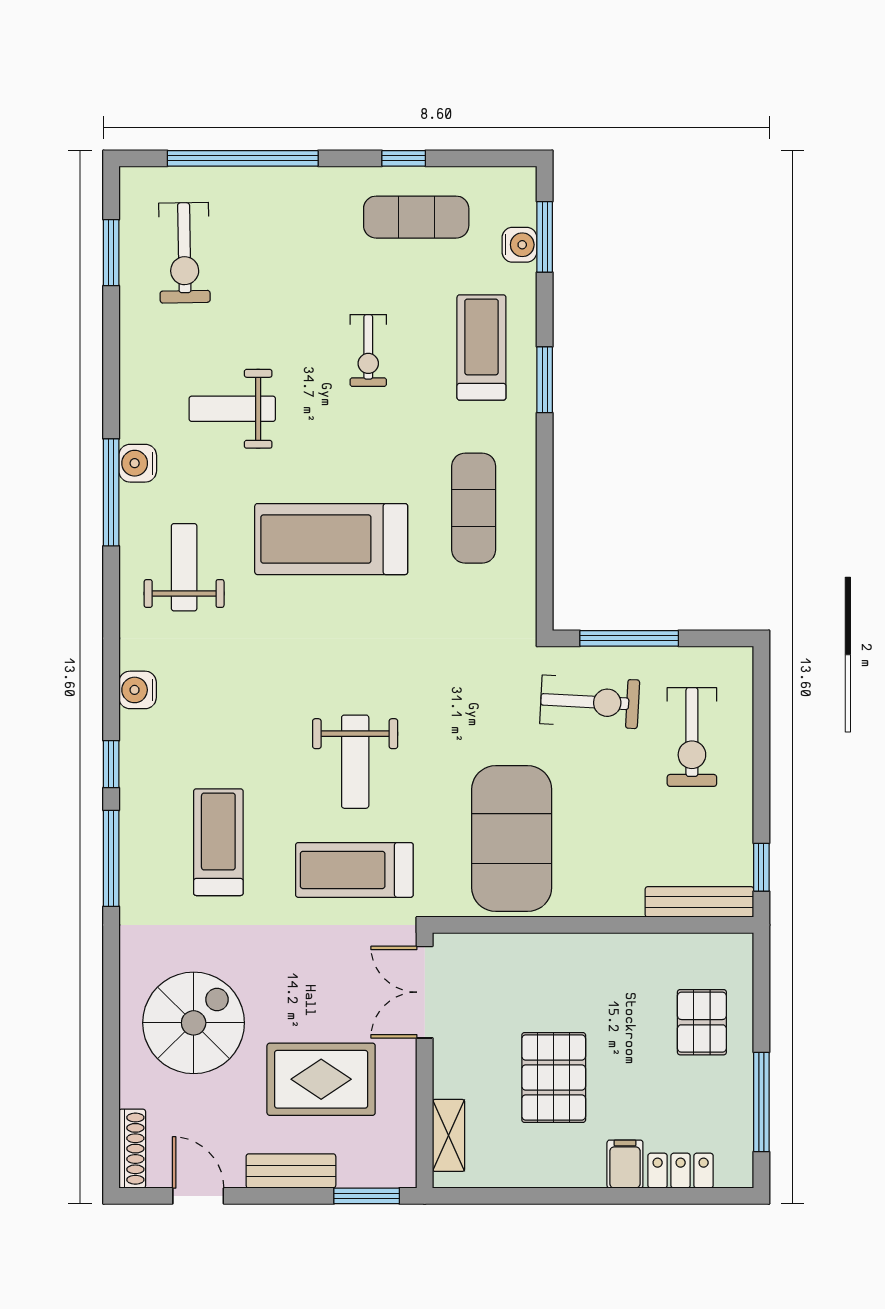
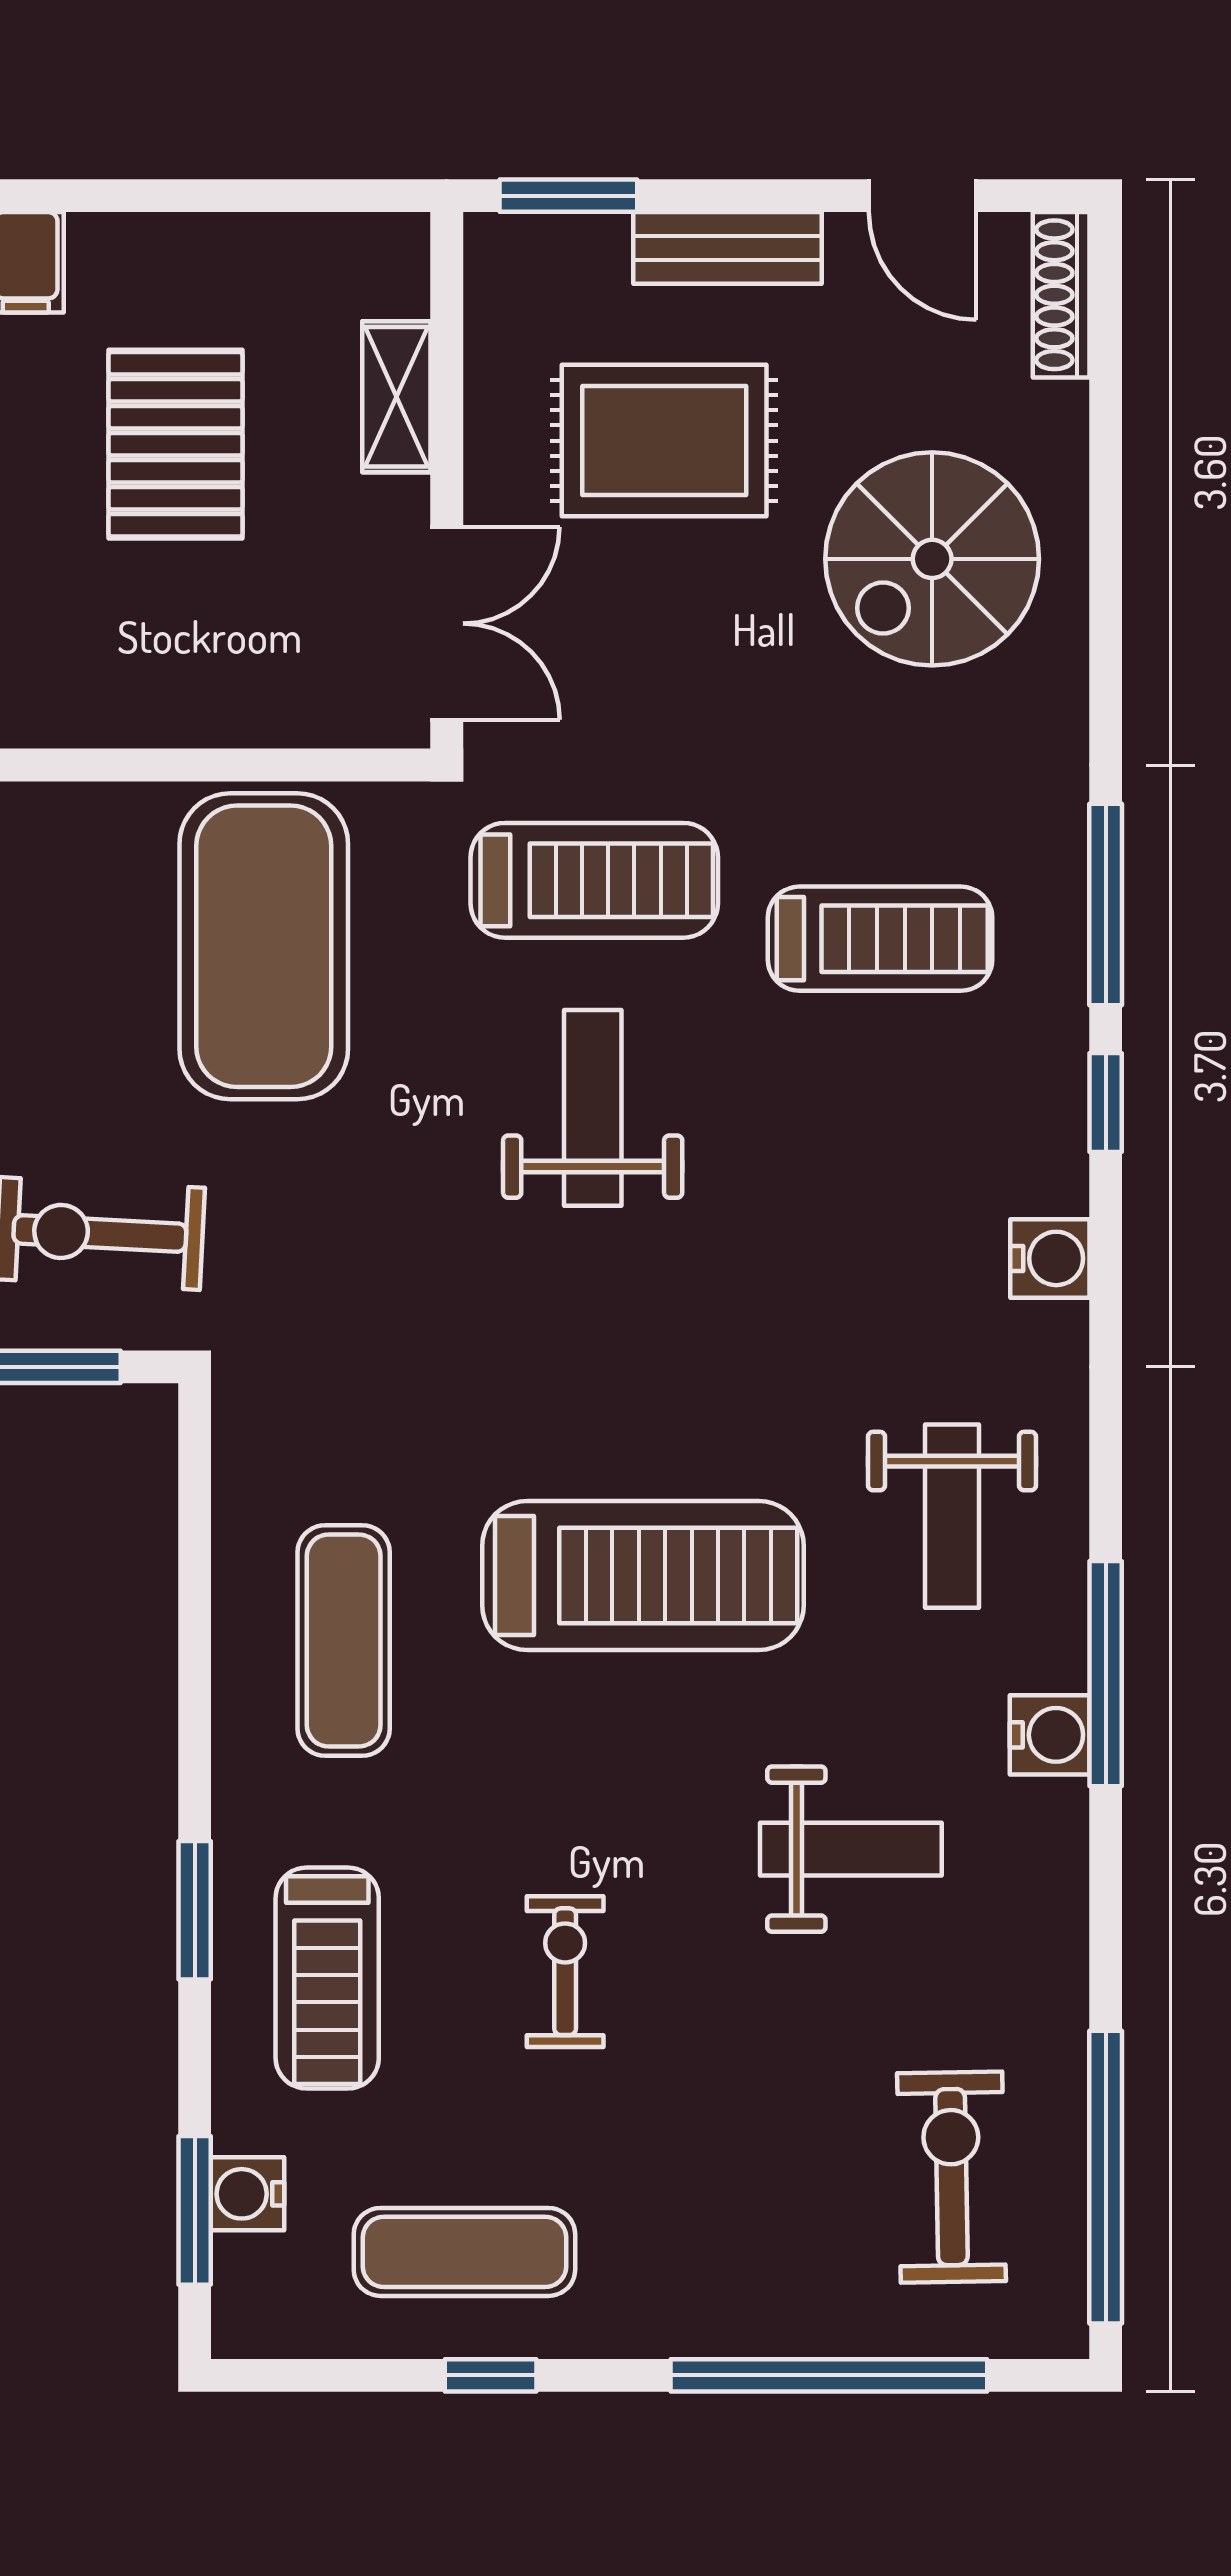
window: (111, 253) -> (1106, 2177), width x2.11
treadmill: (218, 842) -> (880, 939), turned -90
shelving: (449, 1135) -> (396, 397), moved

